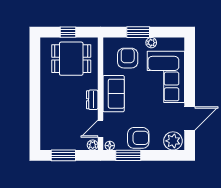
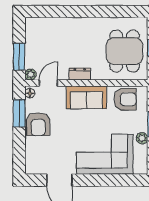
armchair: (128, 58) -> (125, 99), moved
door: (100, 129) -> (48, 83), hinge flipped
plant: (173, 141) -> (35, 162), removed
window: (63, 155) -> (19, 57), moved

